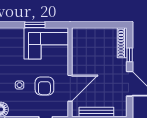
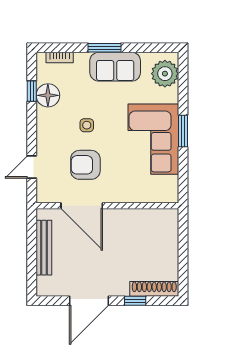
window: (35, 25) -> (183, 131), moved
corner sofa: (46, 43) -> (153, 139), moved

